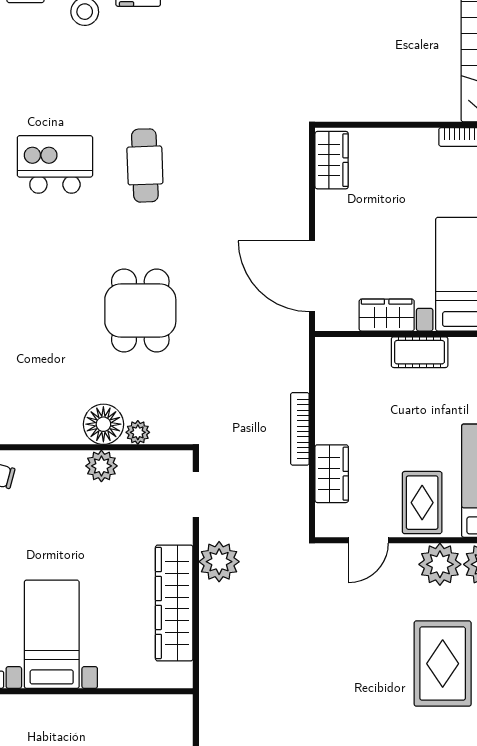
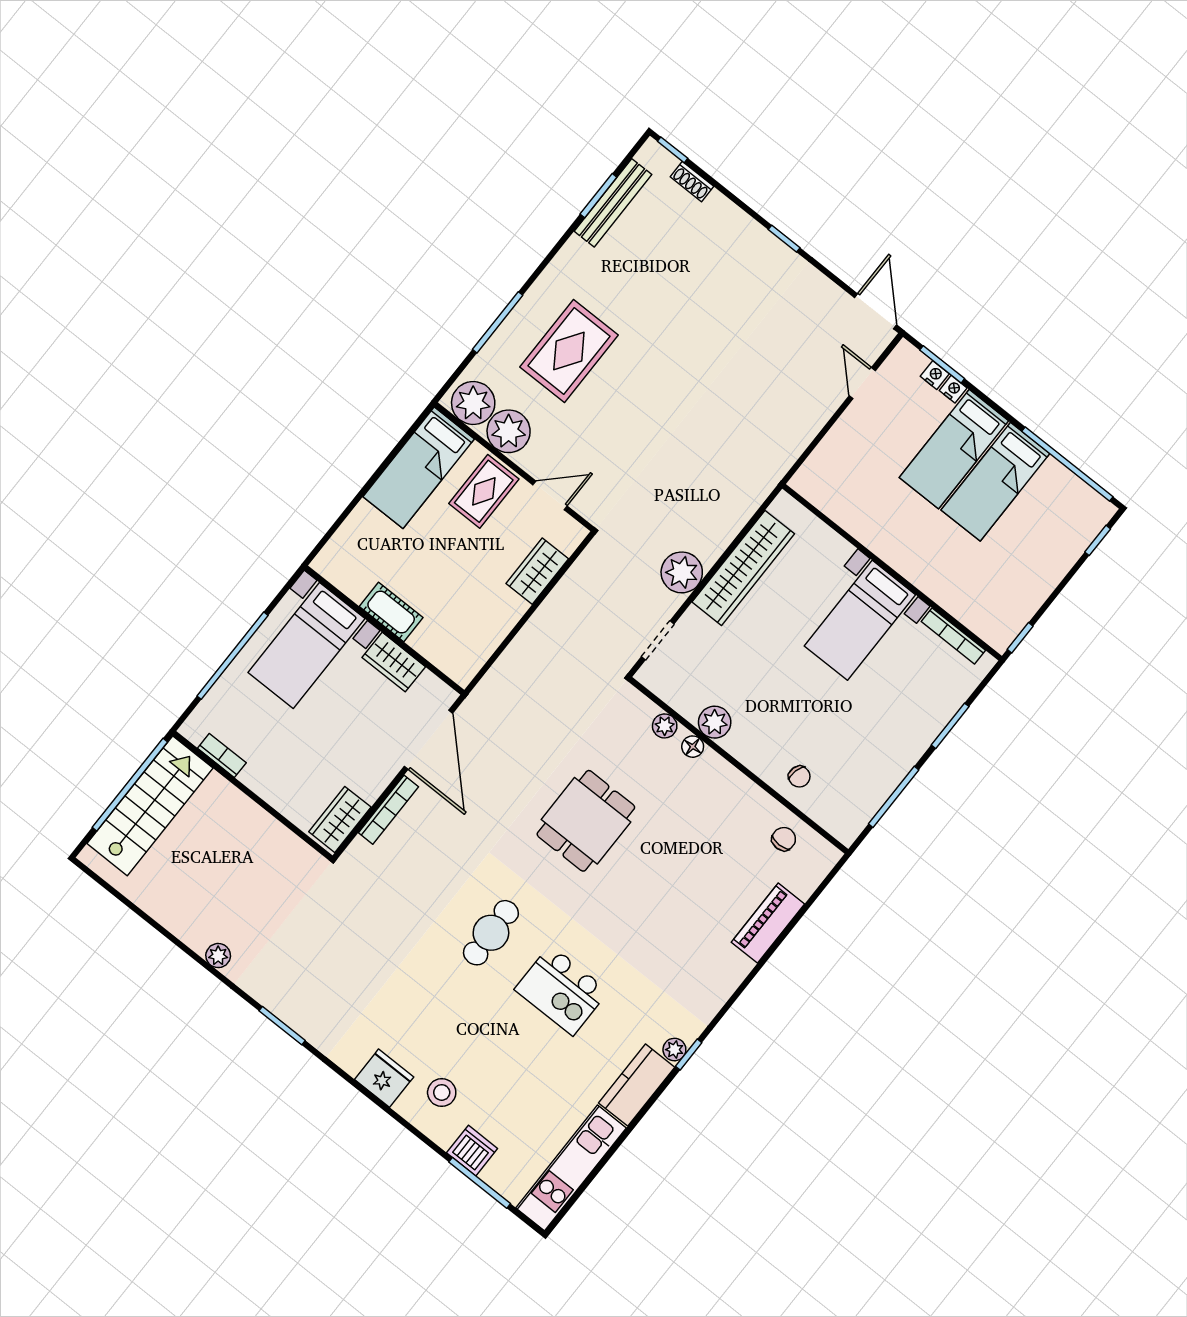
floor lamp: (103, 424) -> (693, 747), width x0.53, depth x0.53
bookcase: (300, 429) -> (388, 810), moved

